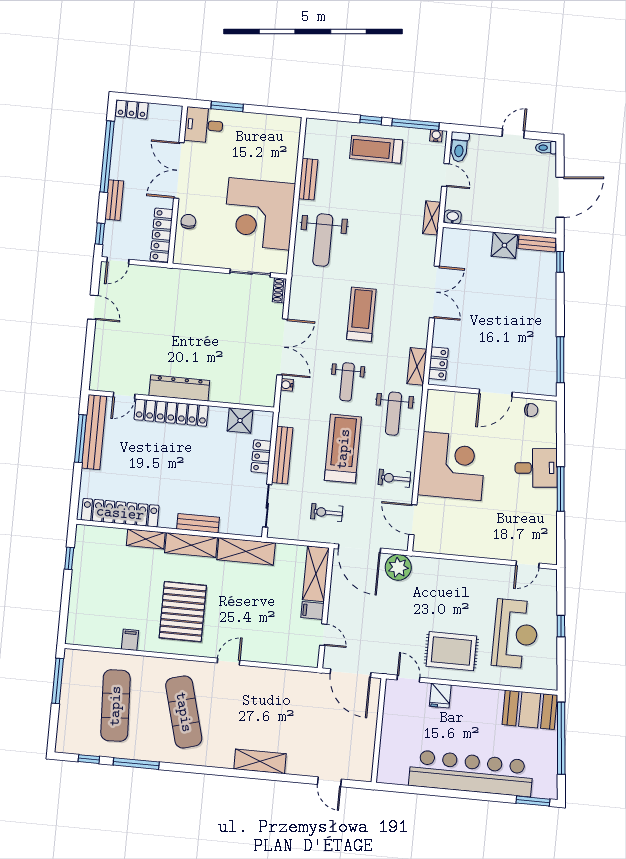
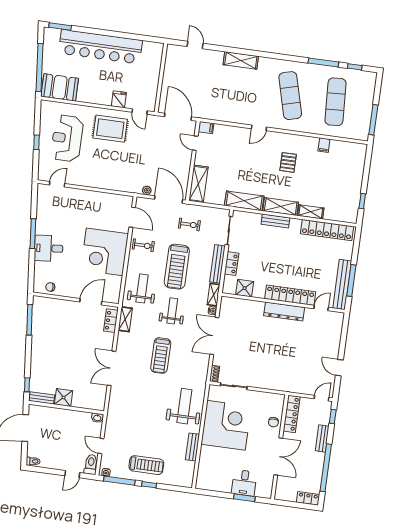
desk: (204, 125) -> (244, 483), moved, turned 90
door: (513, 134) -> (72, 474), moved
shelving: (432, 218) -> (214, 295), moved
door: (496, 393) -> (91, 302), moved
plant: (398, 567) -> (147, 190), width x0.53, depth x0.53
filing cabinet: (312, 610) -> (206, 128), moved
pallet: (183, 612) -> (288, 162), width x0.49, depth x0.50

